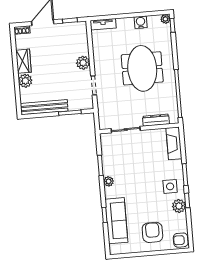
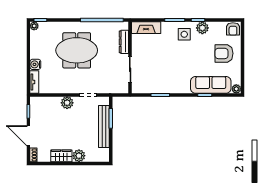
water cooler: (141, 22) -> (35, 64), moved
bench: (44, 107) -> (104, 127), moved
plant: (109, 181) -> (236, 89), moved

